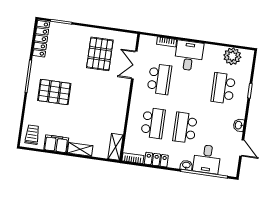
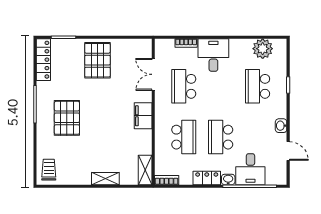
pallet: (100, 54) -> (97, 60), moved
school desk: (159, 79) -> (184, 86), turned 180
pallet: (54, 92) -> (67, 118), turned 90
filing cabinet: (56, 144) -> (143, 116), moved, turned -90
locker: (156, 160) -> (207, 178), moved

